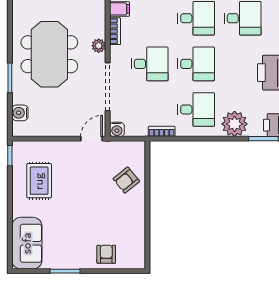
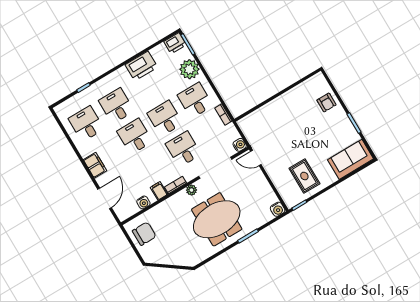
water cooler: (20, 113) -> (278, 209), moved
armchair: (126, 180) -> (269, 119), removed
rug: (39, 181) -> (304, 176), turned 90
armchair: (106, 254) -> (326, 102), turned -90

